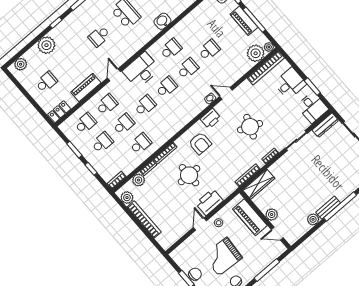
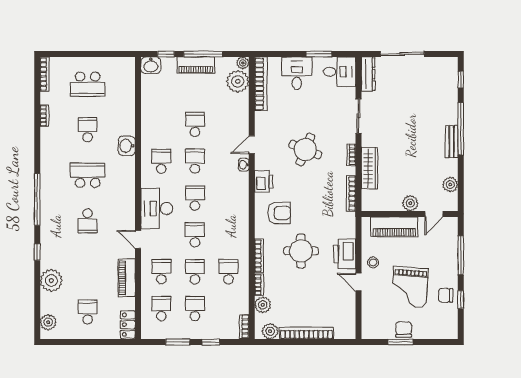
wardrobe: (259, 184) -> (369, 168), moved
plant: (313, 219) -> (450, 185), moved

